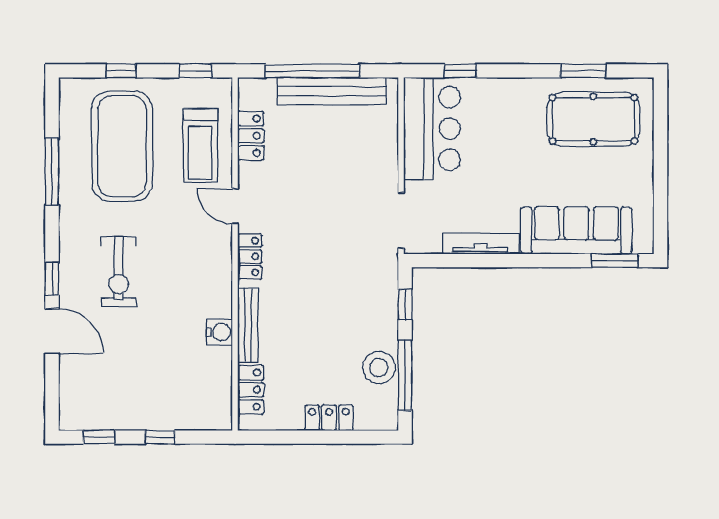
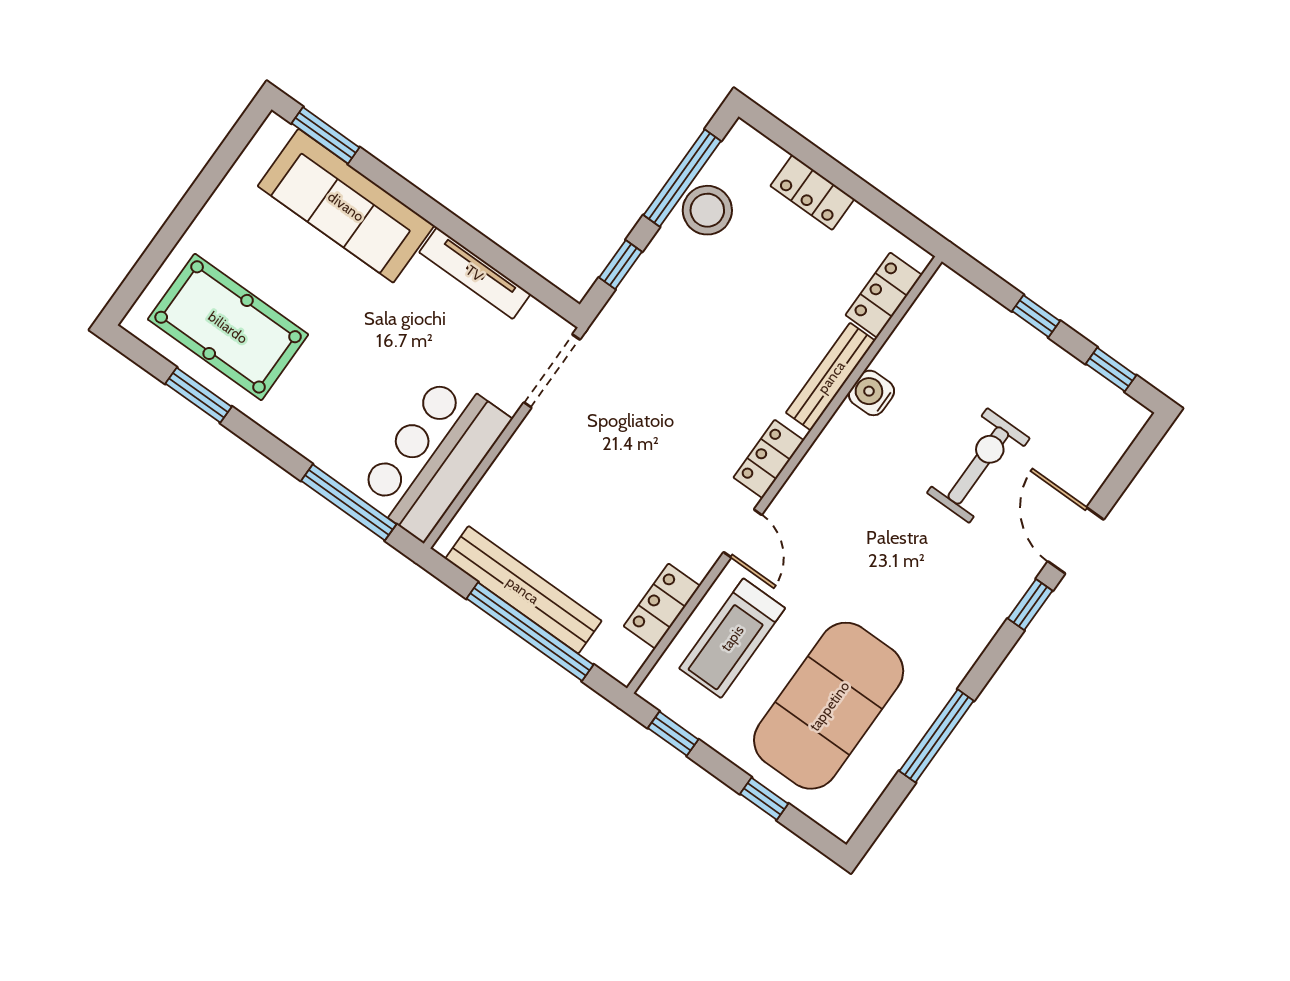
window: (460, 71) -> (349, 502), width x2.17
treadmill: (200, 145) -> (732, 638), turned 180
exercise bike: (119, 272) -> (978, 466), moved

